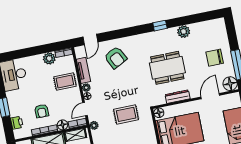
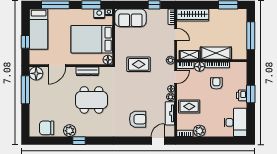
window: (160, 26) -> (79, 141), moved
armchair: (116, 58) -> (138, 119), turned 117
chair: (215, 58) -> (47, 128), moved, turned 180
printer: (17, 123) -> (242, 95), moved

